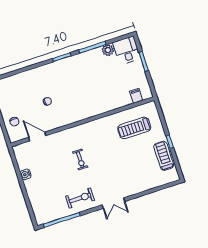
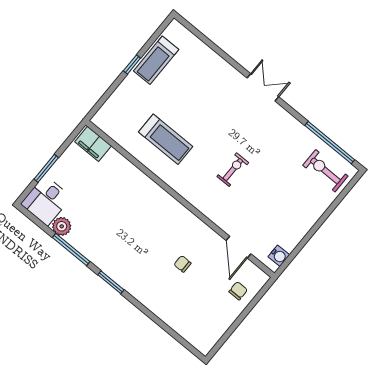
filing cabinet: (136, 96) -> (93, 144), width x2.00
treadmill: (134, 128) -> (166, 139), moved
water cooler: (26, 174) -> (279, 256), moved
exercise bike: (80, 198) -> (325, 171), moved

